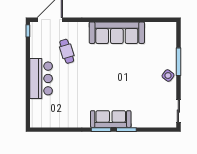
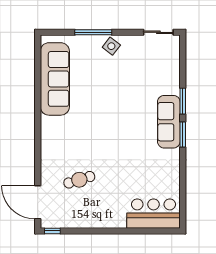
sofa: (117, 33) -> (55, 79), moved
bar counter: (41, 78) -> (154, 214), moved

